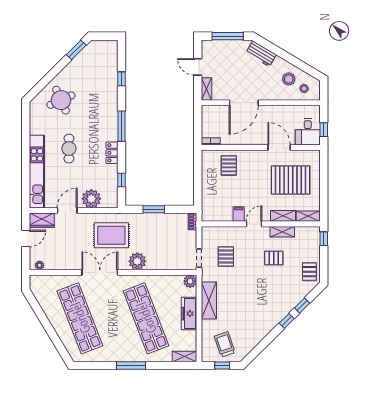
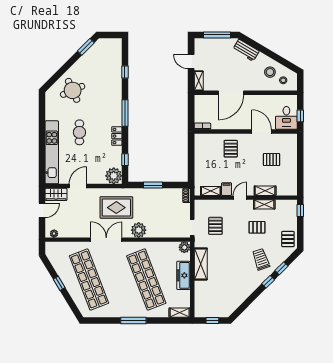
pallet: (229, 165) -> (231, 149), moved
pallet: (291, 180) -> (272, 160), width x0.49, depth x0.50
plant: (91, 199) -> (114, 176), moved
shelving: (308, 216) -> (211, 191), moved
window: (45, 323) -> (59, 283), added
trolley: (225, 344) -> (261, 259), moved

